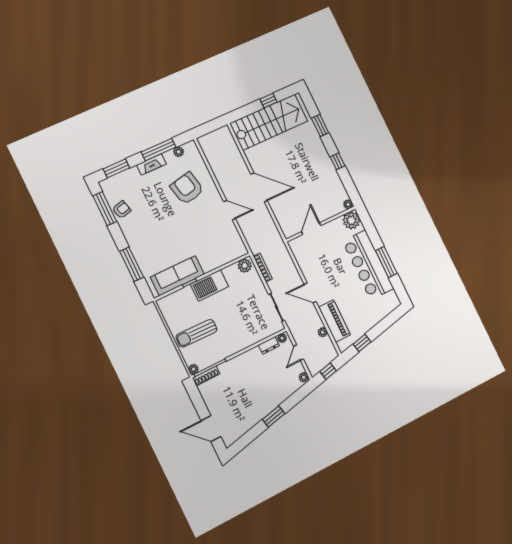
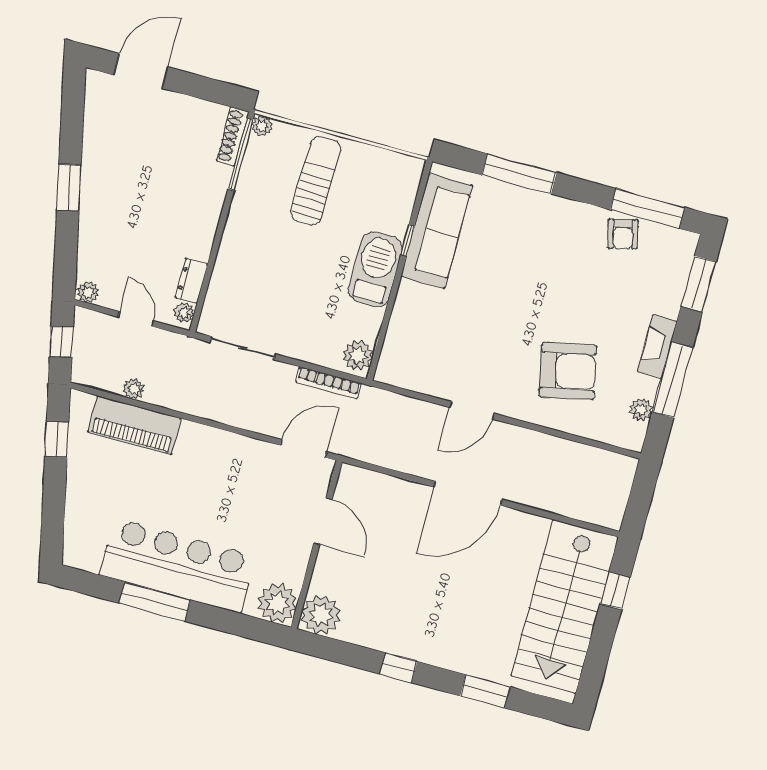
window: (268, 101) -> (615, 591), moved
plant: (348, 204) -> (321, 615), width x1.88, depth x1.88
door: (310, 293) -> (304, 449), moved

